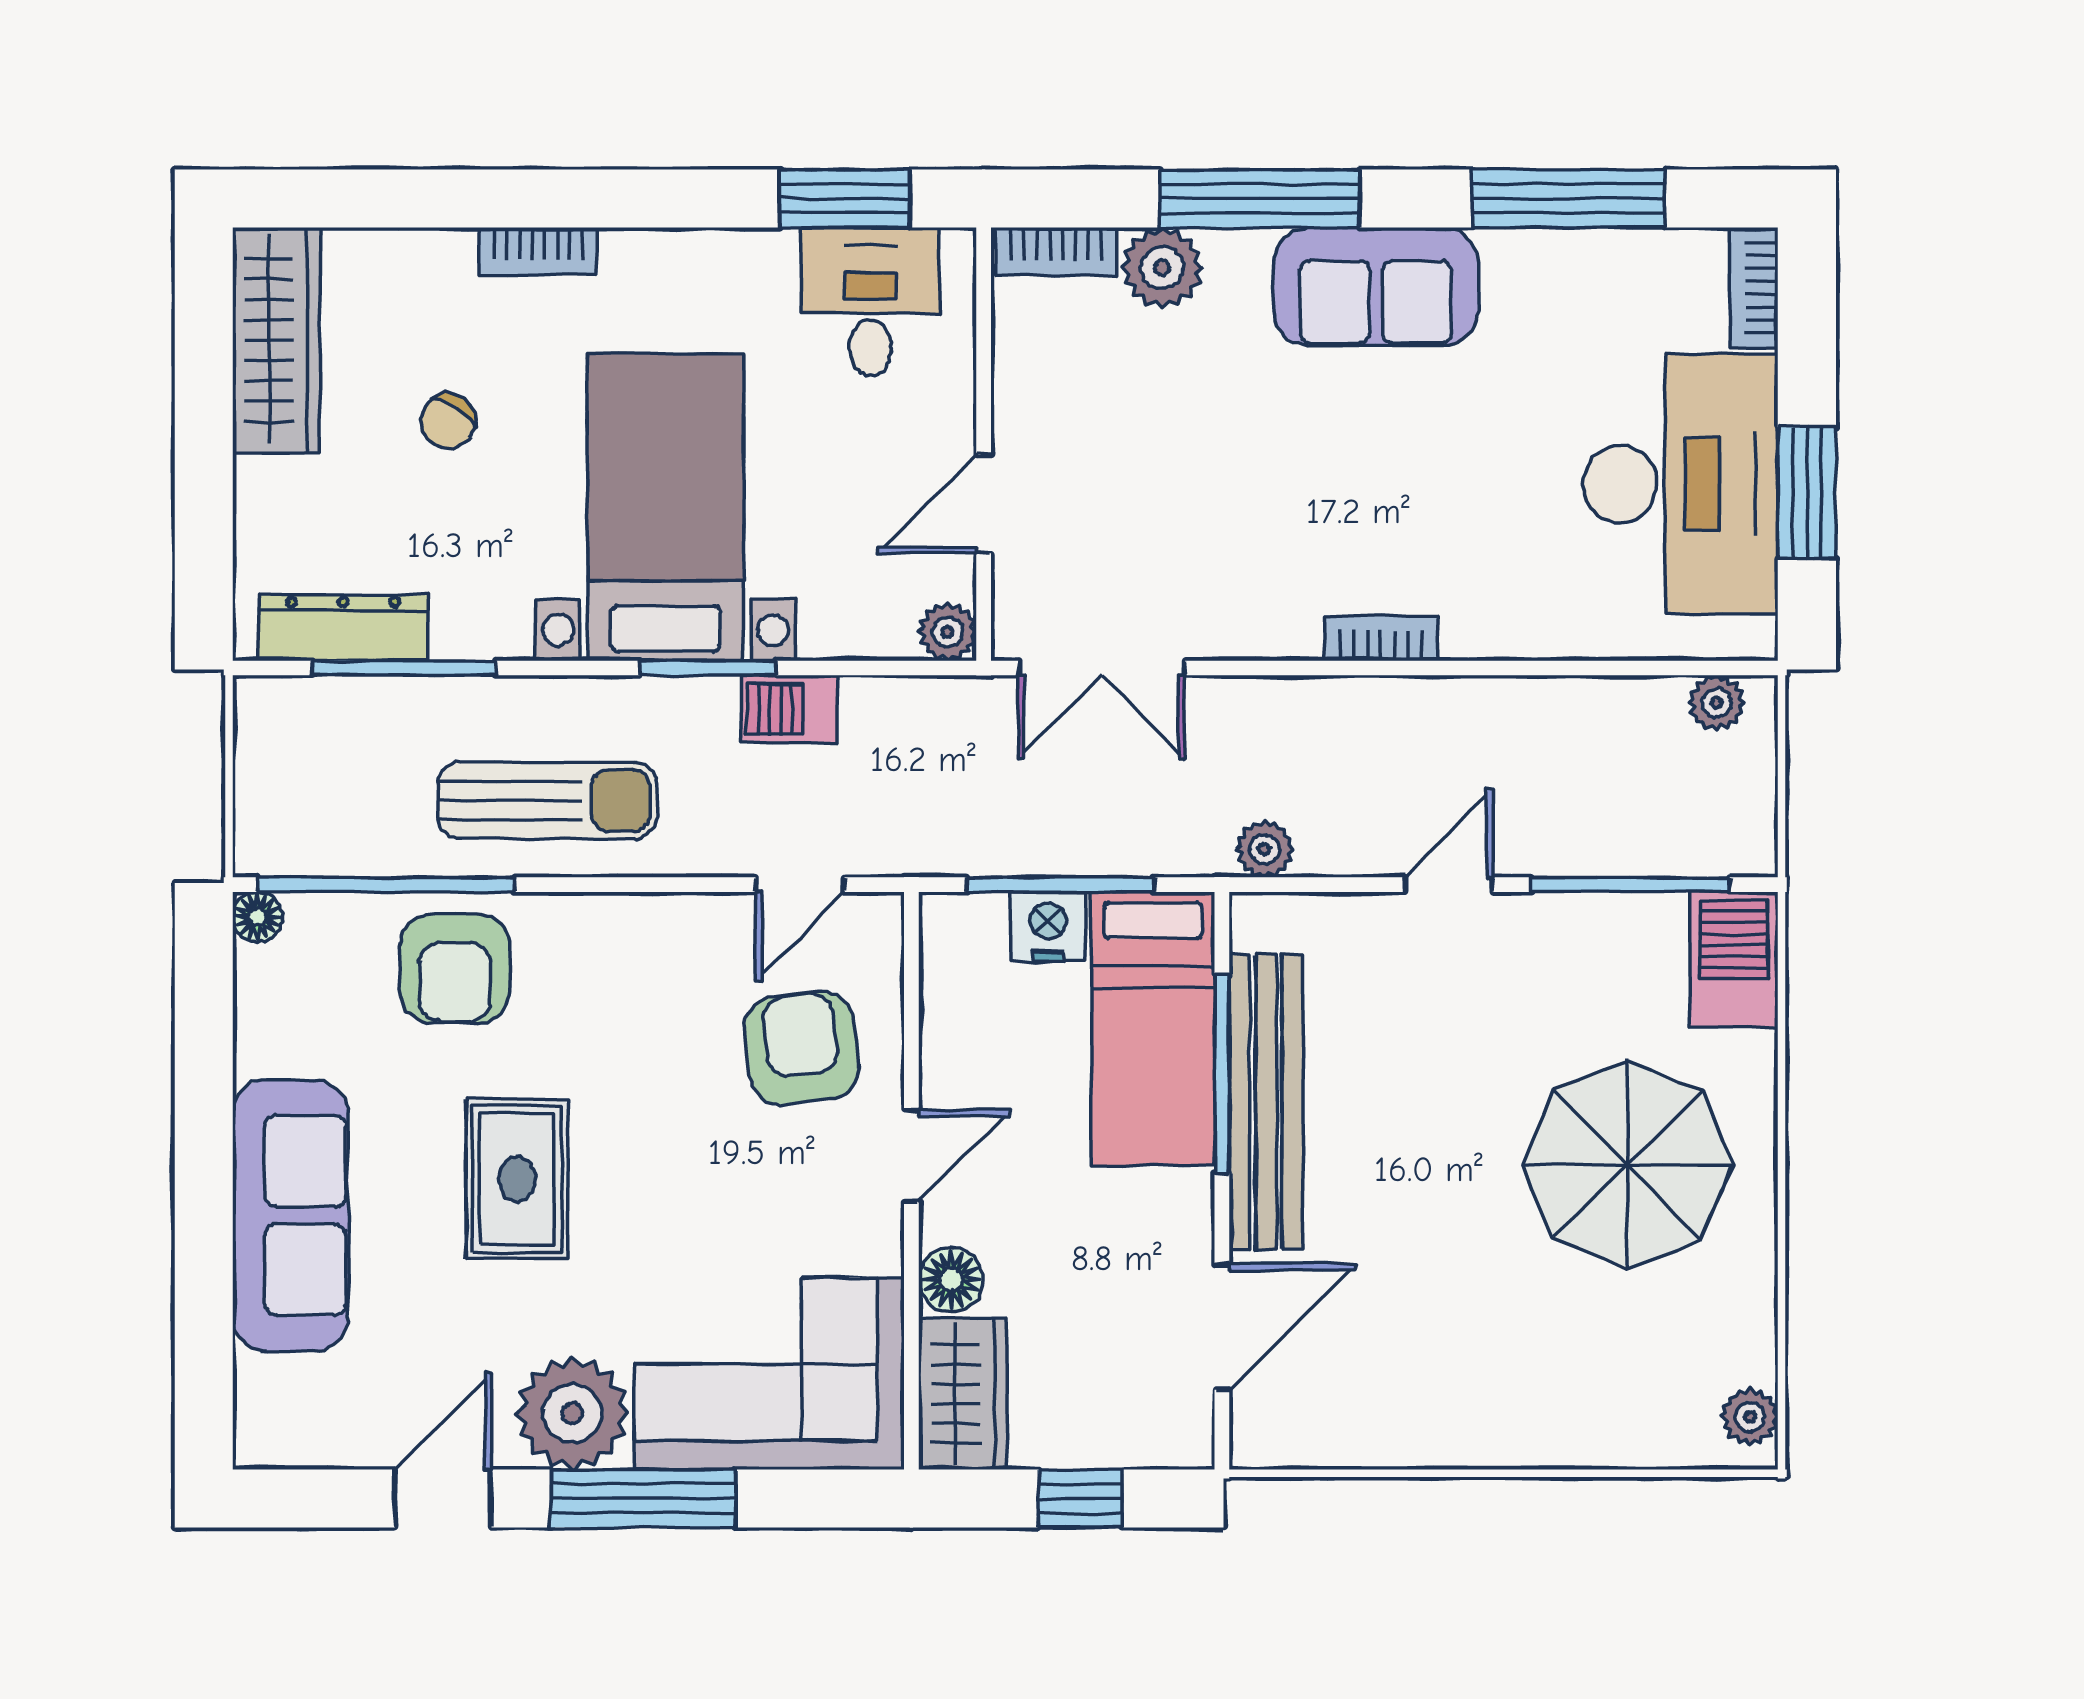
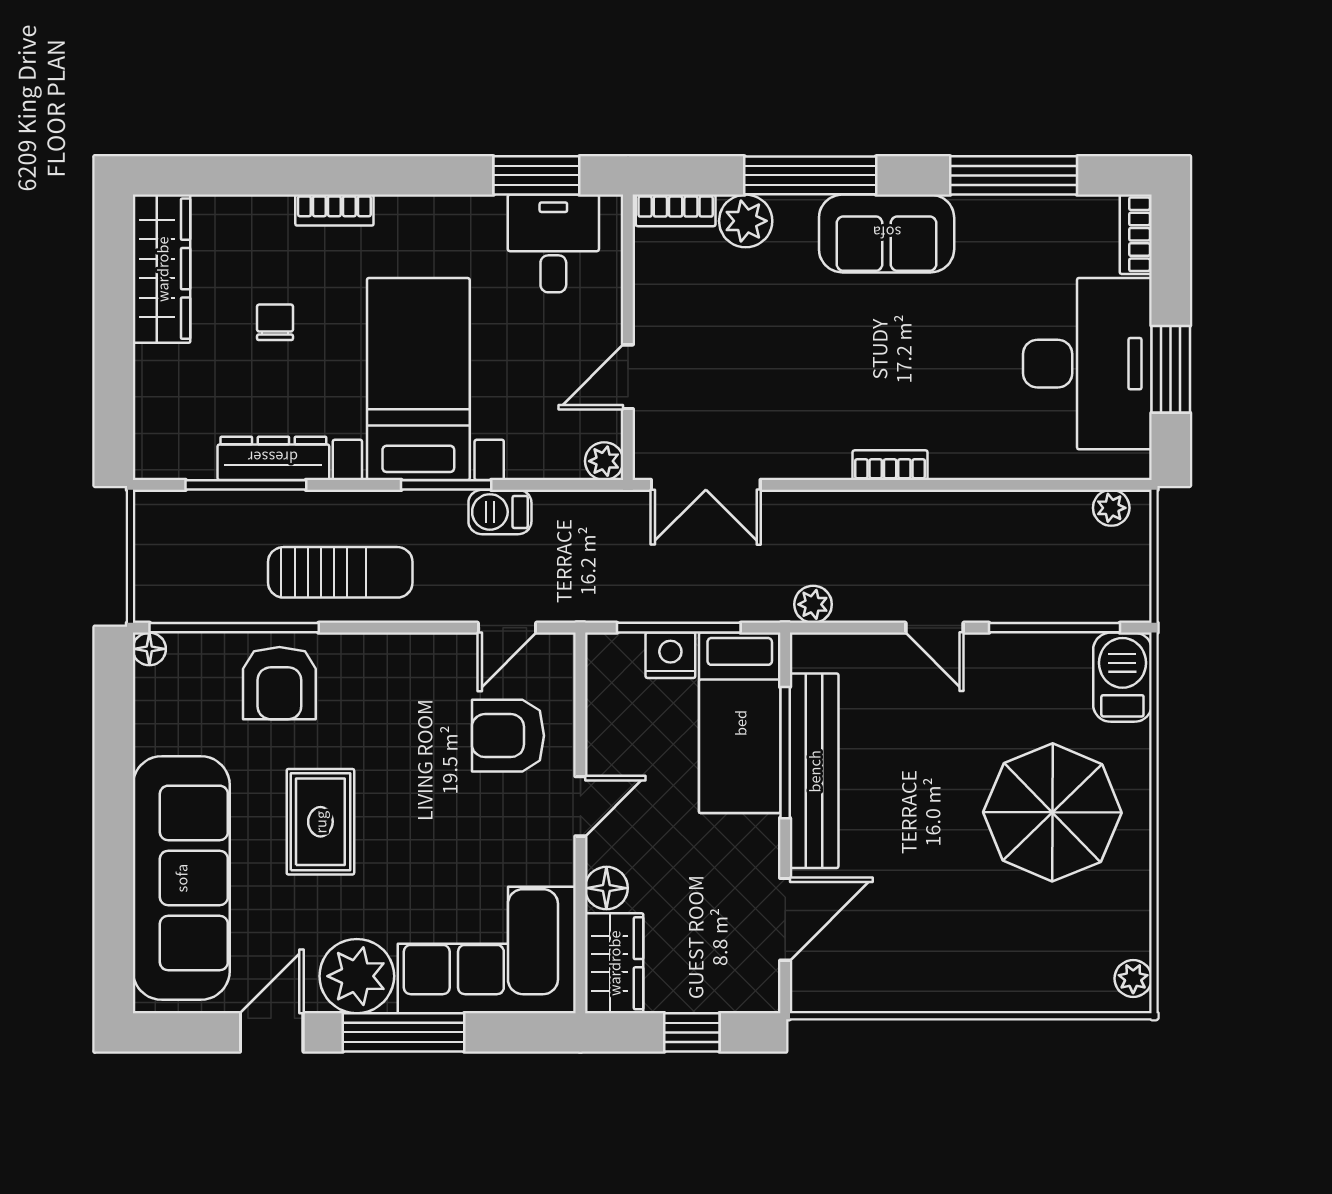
chair: (448, 421) -> (275, 322), turned 147
dresser: (343, 628) -> (273, 458), moved
door: (1449, 885) -> (934, 628), swing flipped
armchair: (802, 1048) -> (508, 736), turned -83
sofa: (290, 1215) -> (181, 878), width x1.36, depth x1.27

